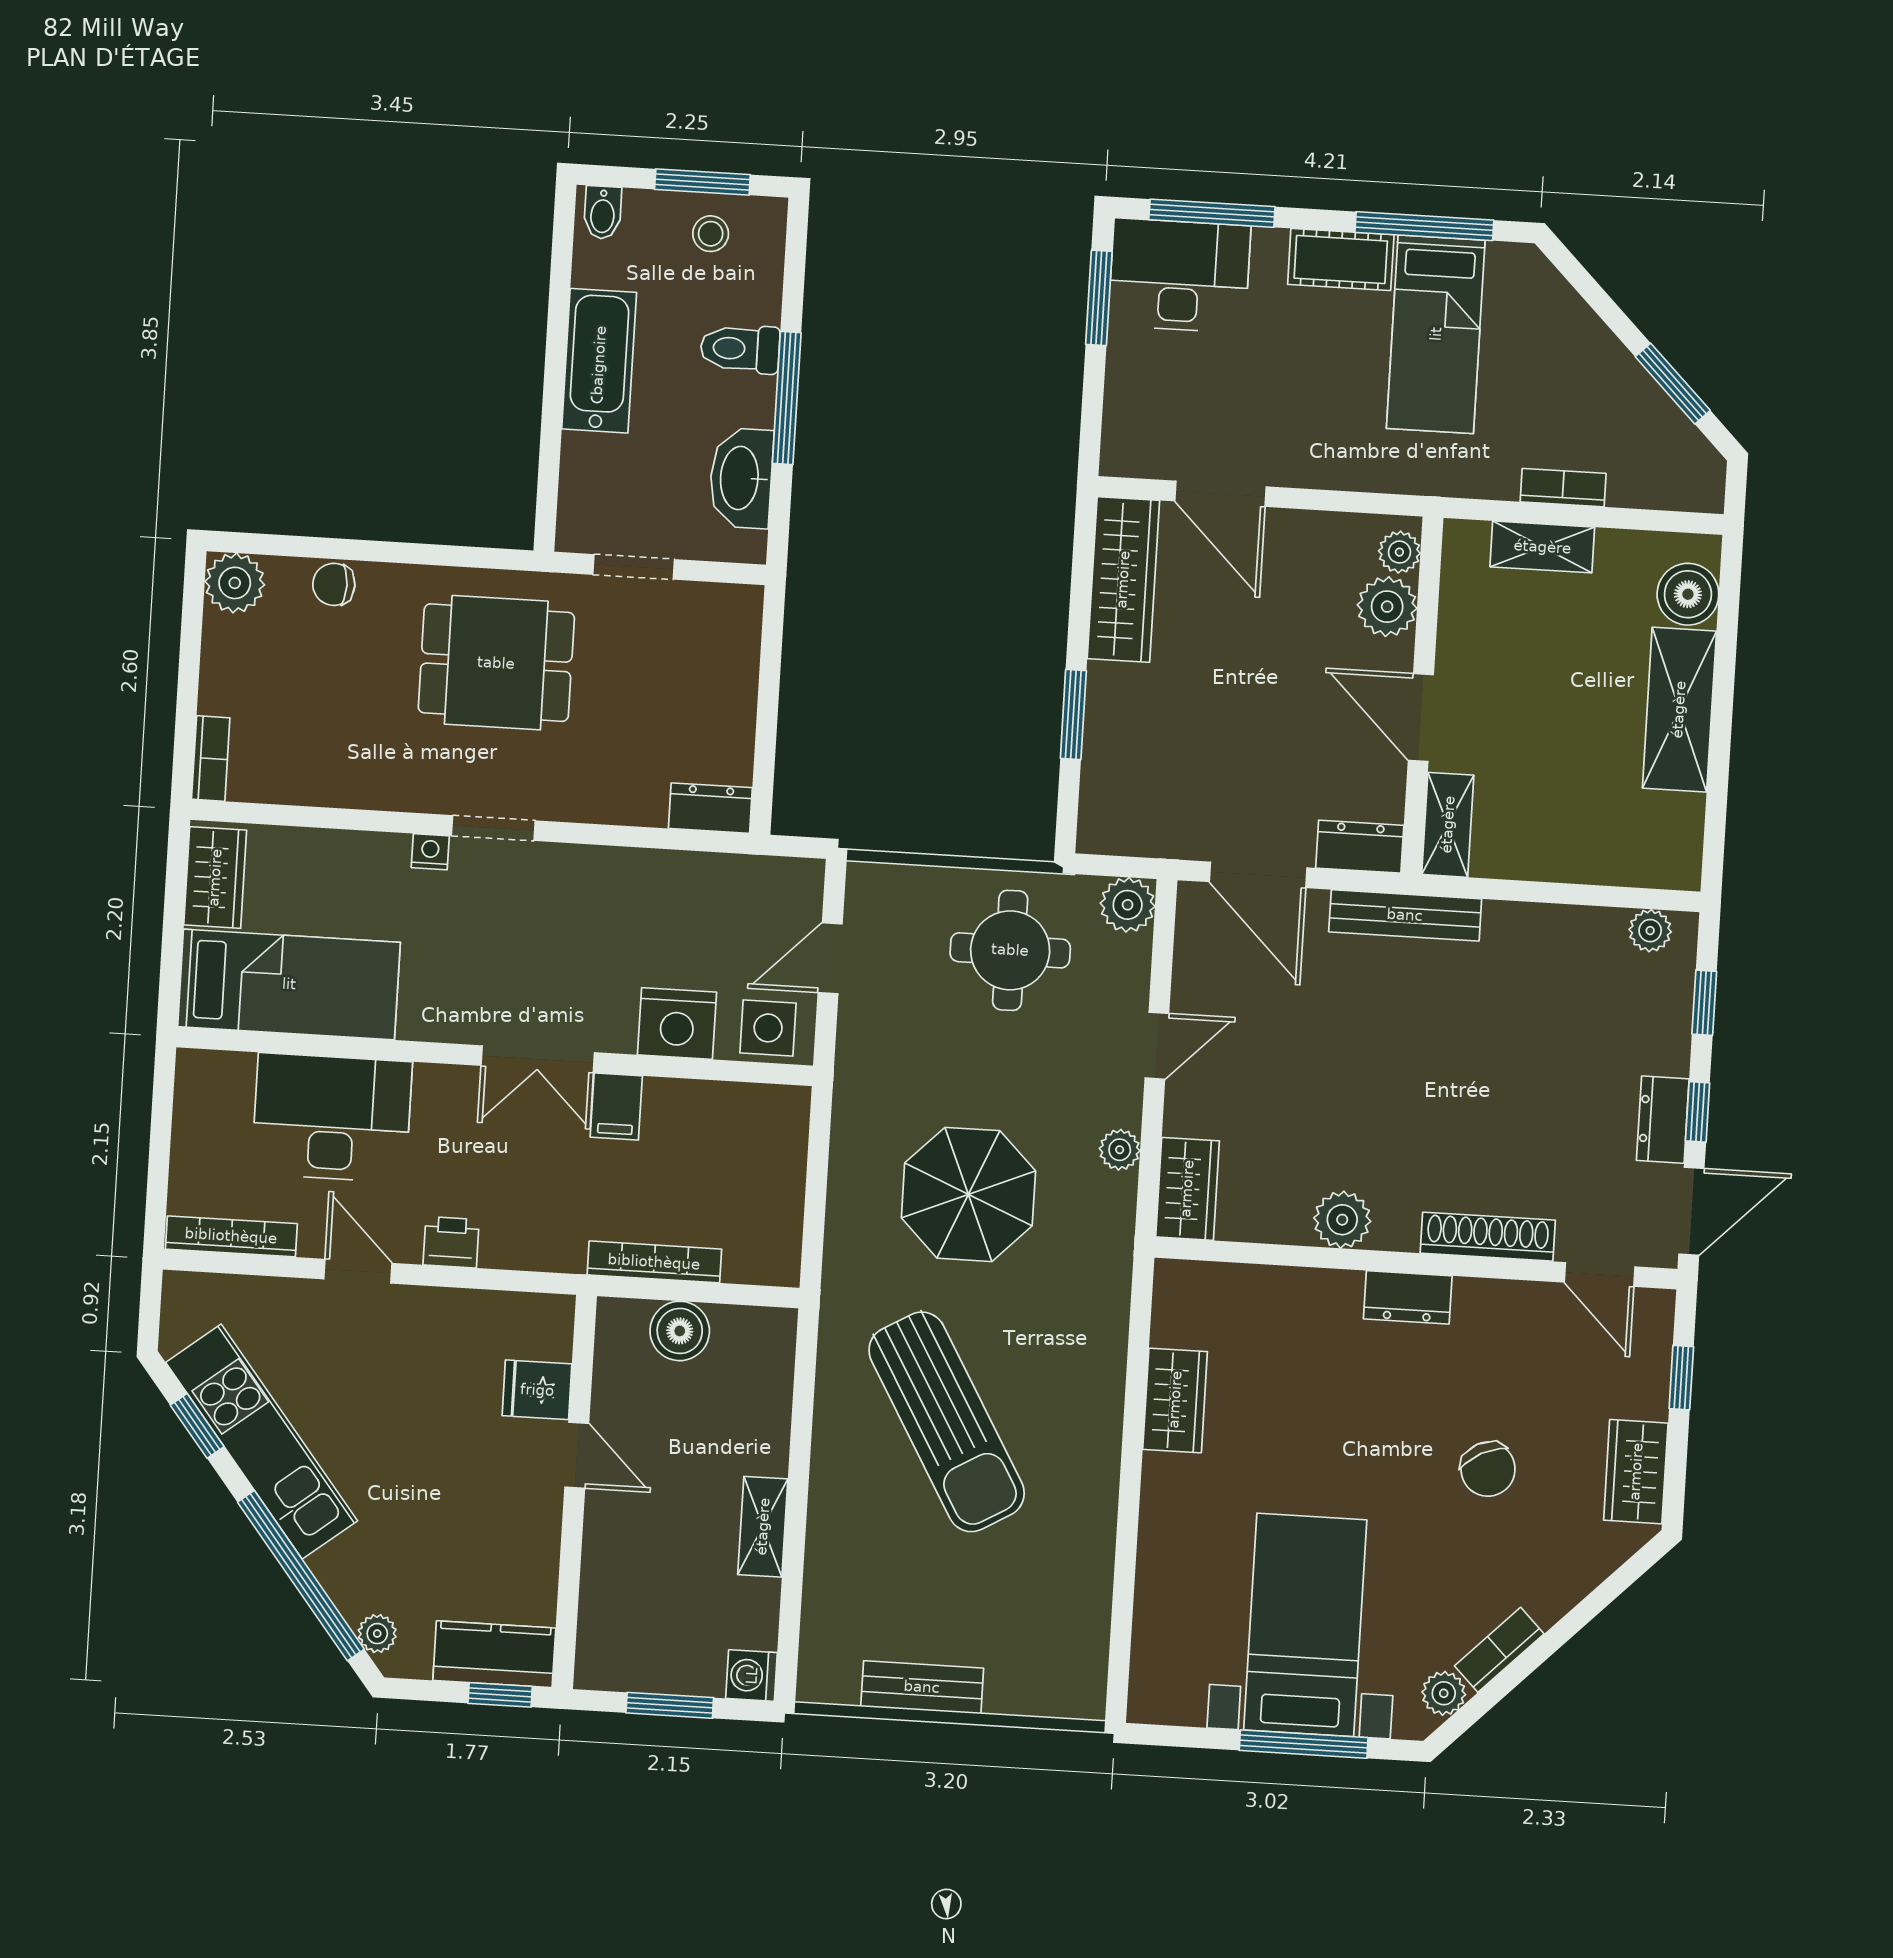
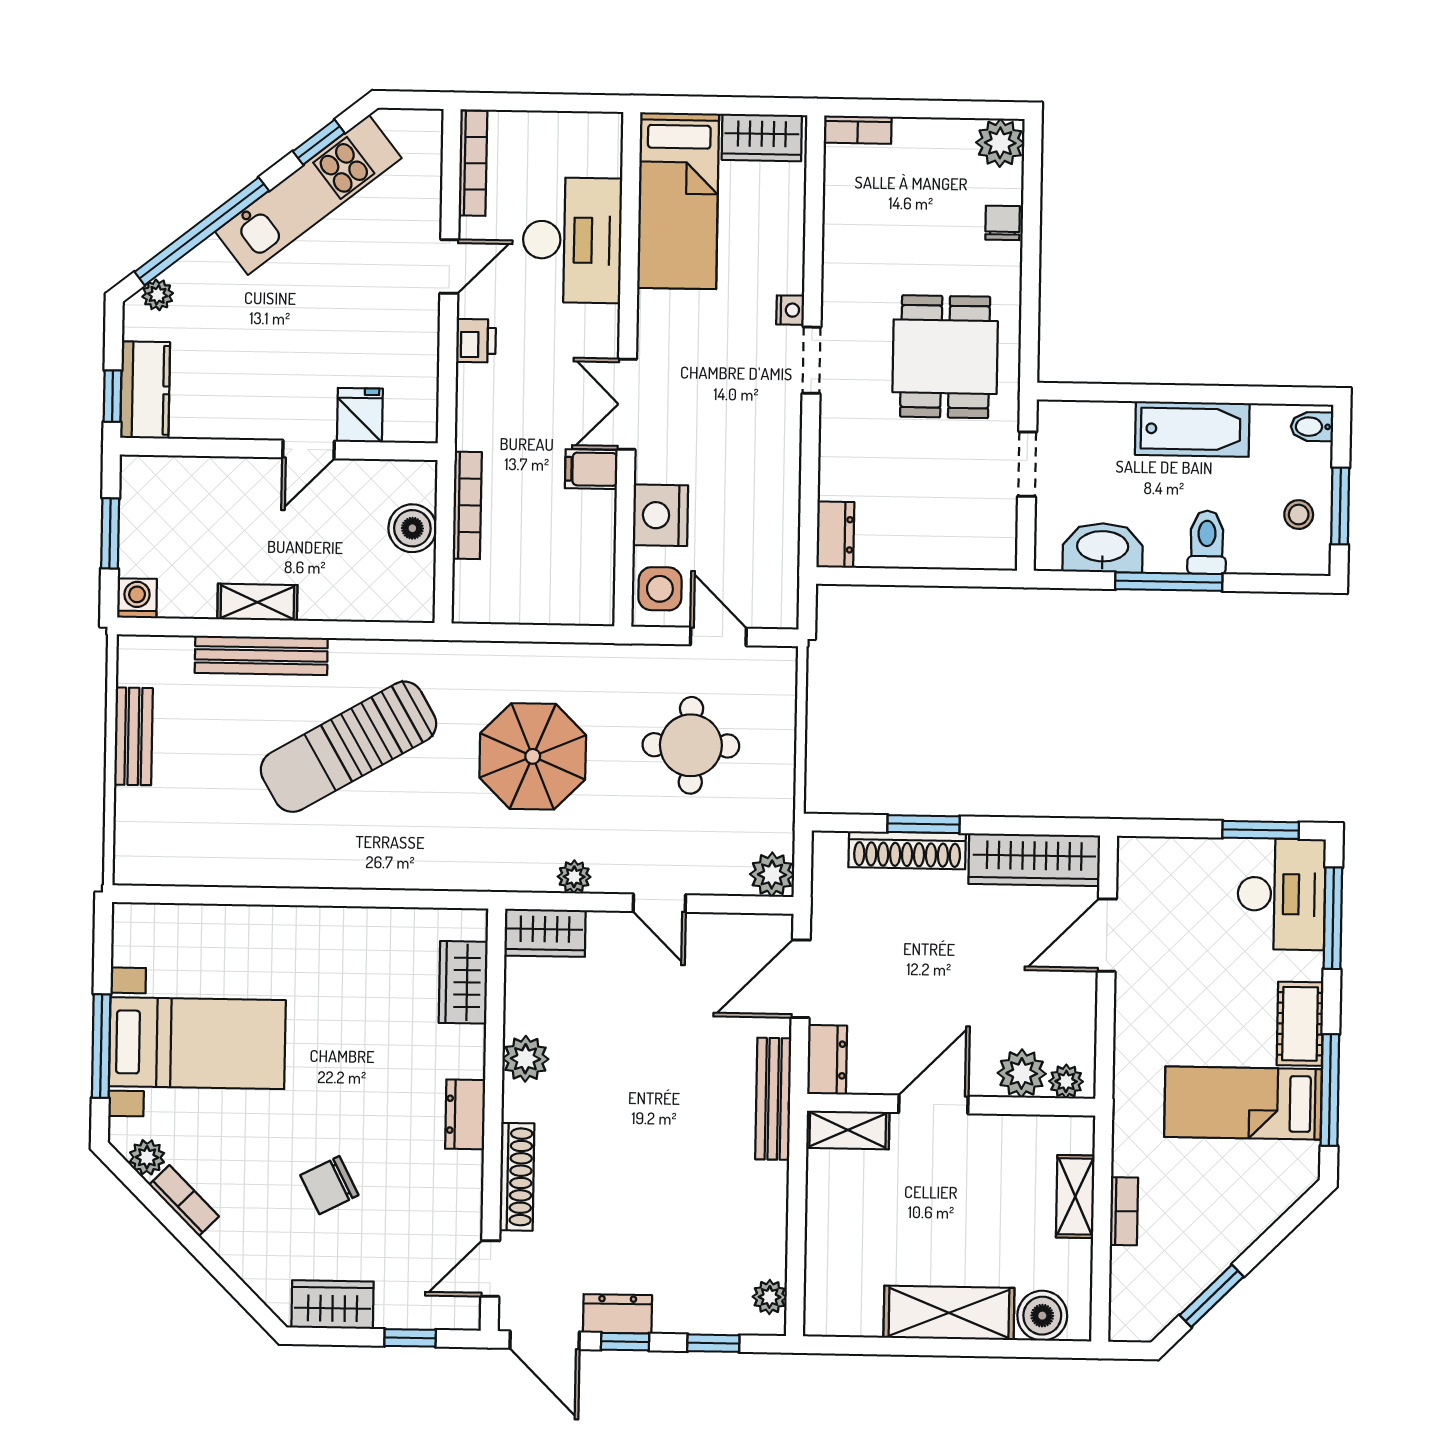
shoe rack: (1105, 736) -> (907, 850), added
round table: (1010, 950) -> (691, 745), moved
wardrobe: (1175, 1400) -> (463, 982), moved, turned 90
bench: (829, 1525) -> (261, 655), added

